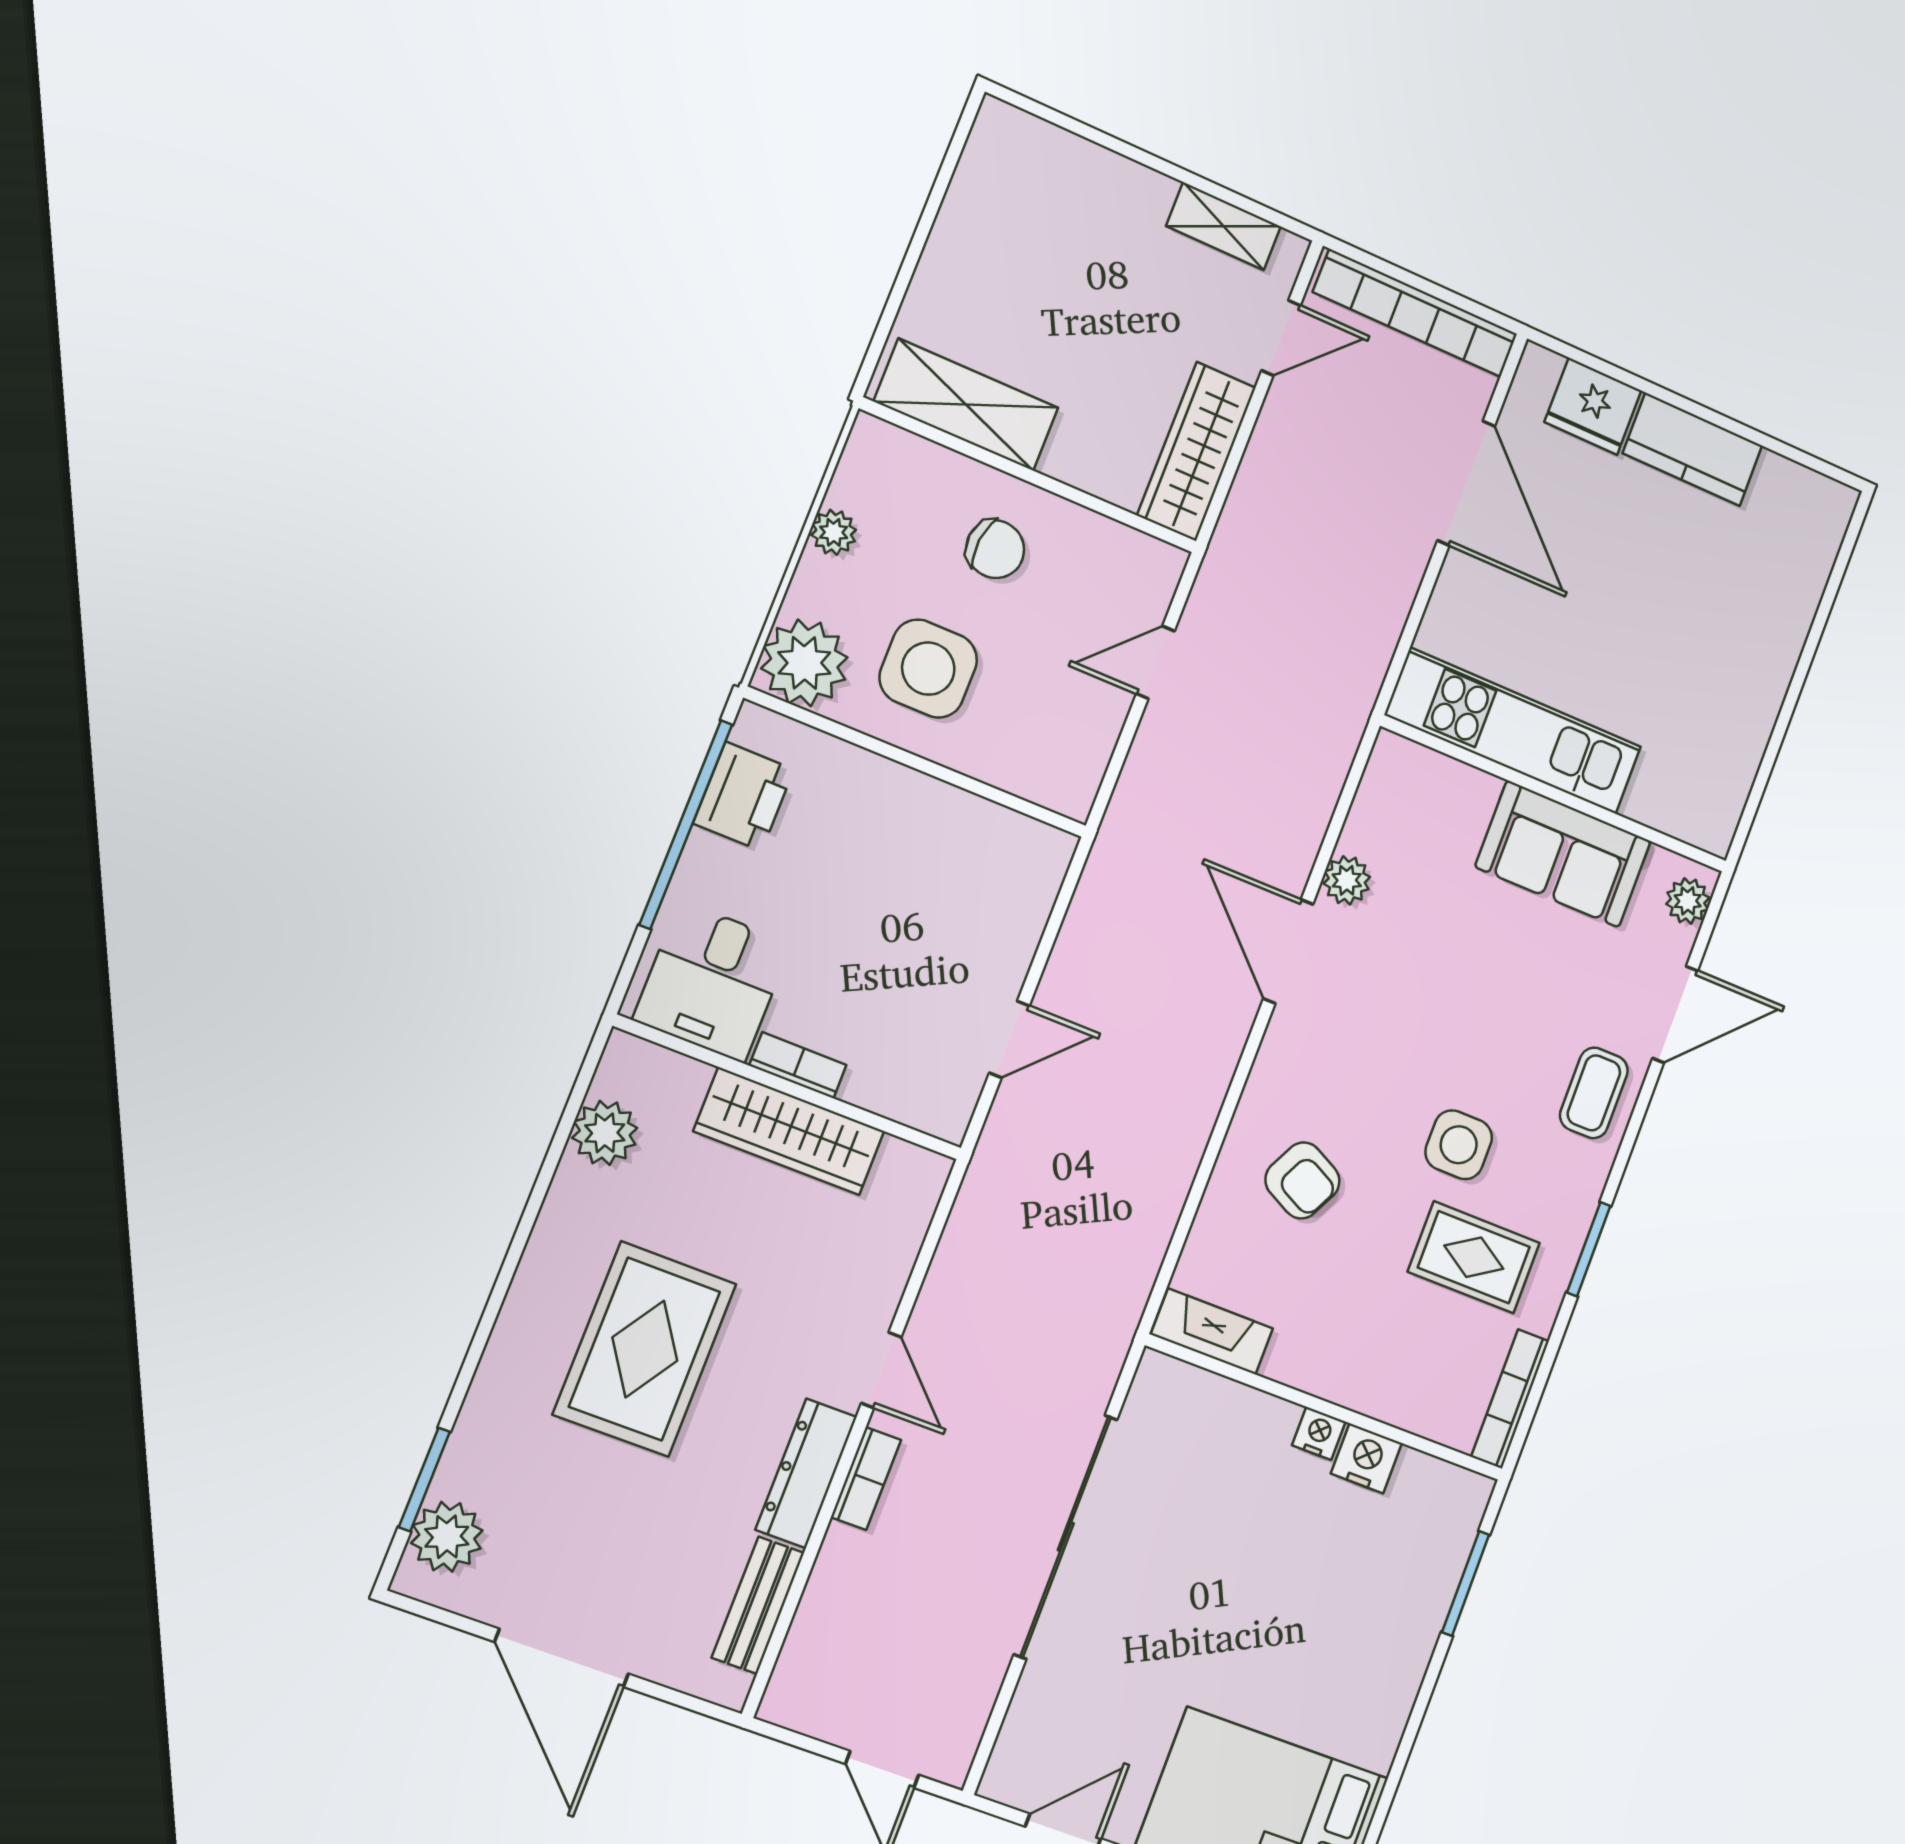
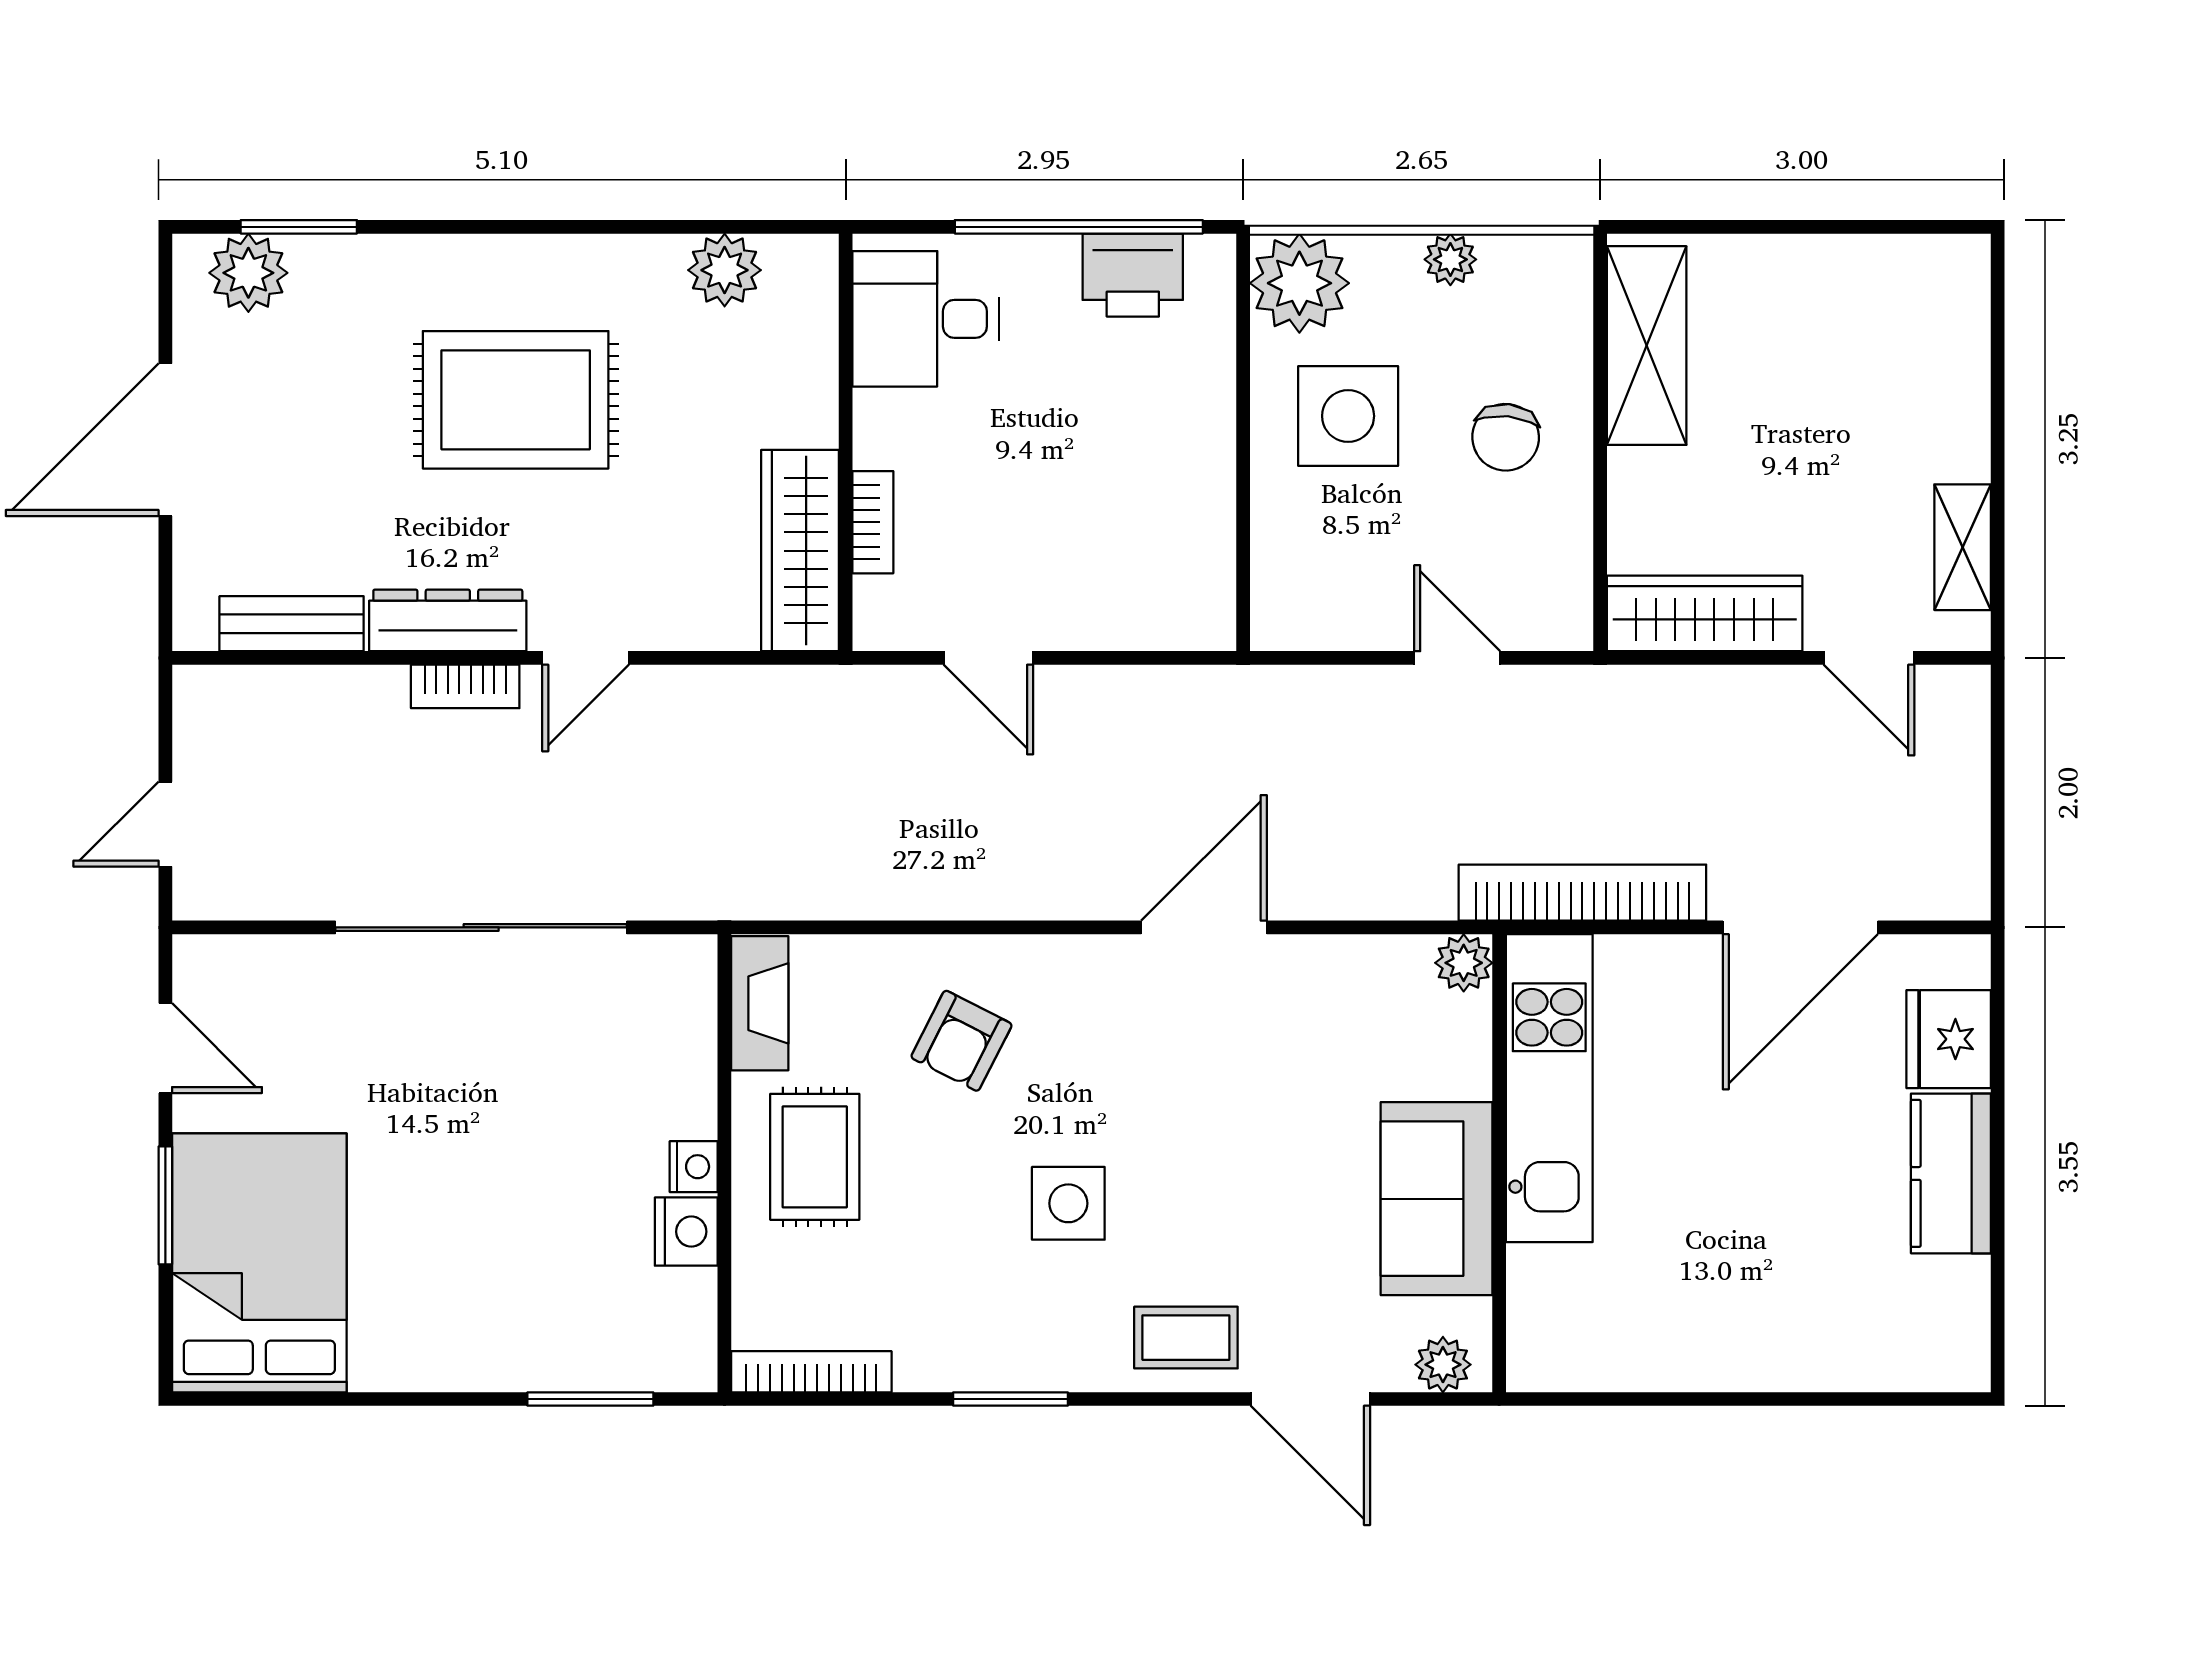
bookcase: (1415, 313) -> (1582, 893), moved, turned 90
plant: (1347, 880) -> (1464, 963), moved
bookcase: (798, 1065) -> (873, 522), moved
wardrobe: (789, 1131) -> (800, 551), moved
rug: (1474, 1257) -> (815, 1157), moved

